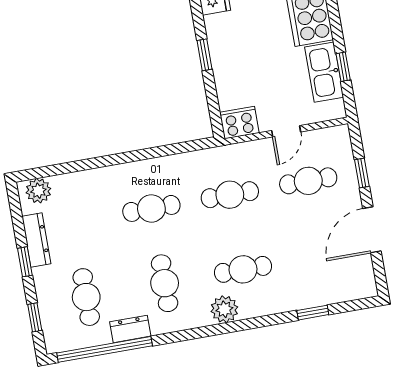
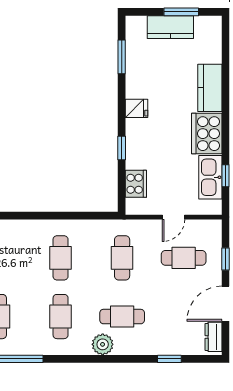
cooker: (239, 123) -> (136, 184), moved, turned 90
cafe table: (230, 195) -> (122, 258), turned 90
cafe table: (151, 208) -> (61, 258), turned 90
dresser: (130, 329) -> (213, 337), moved, turned -90

